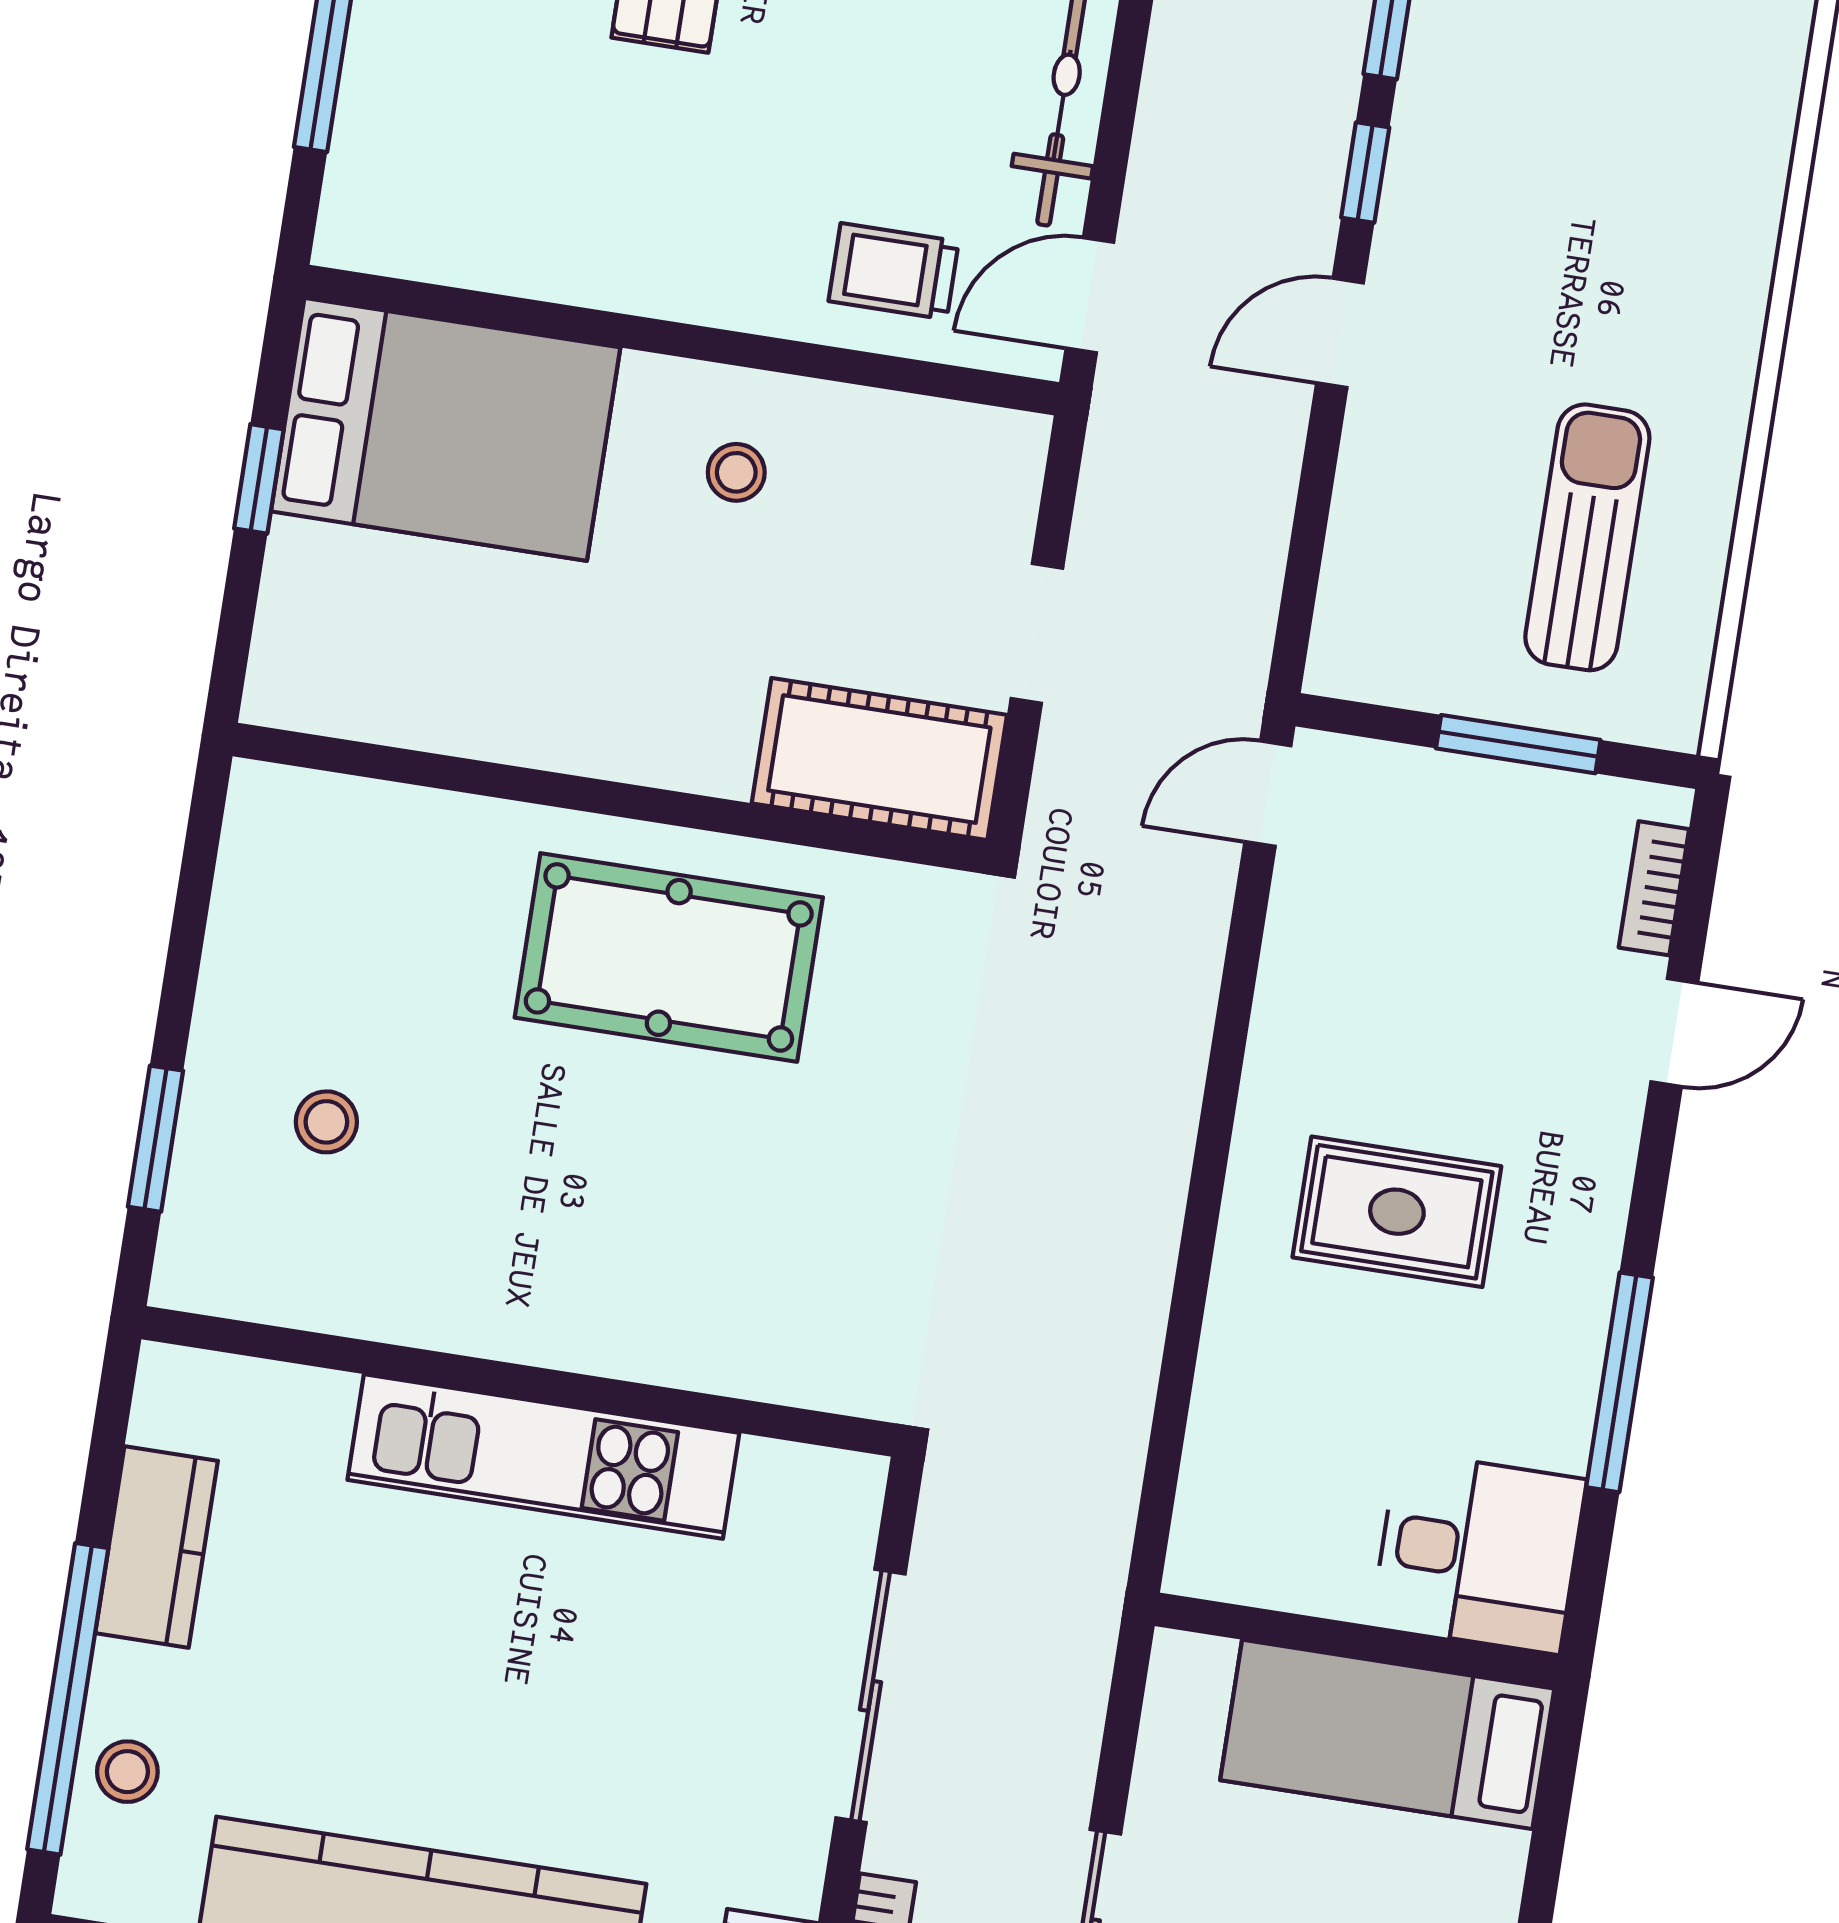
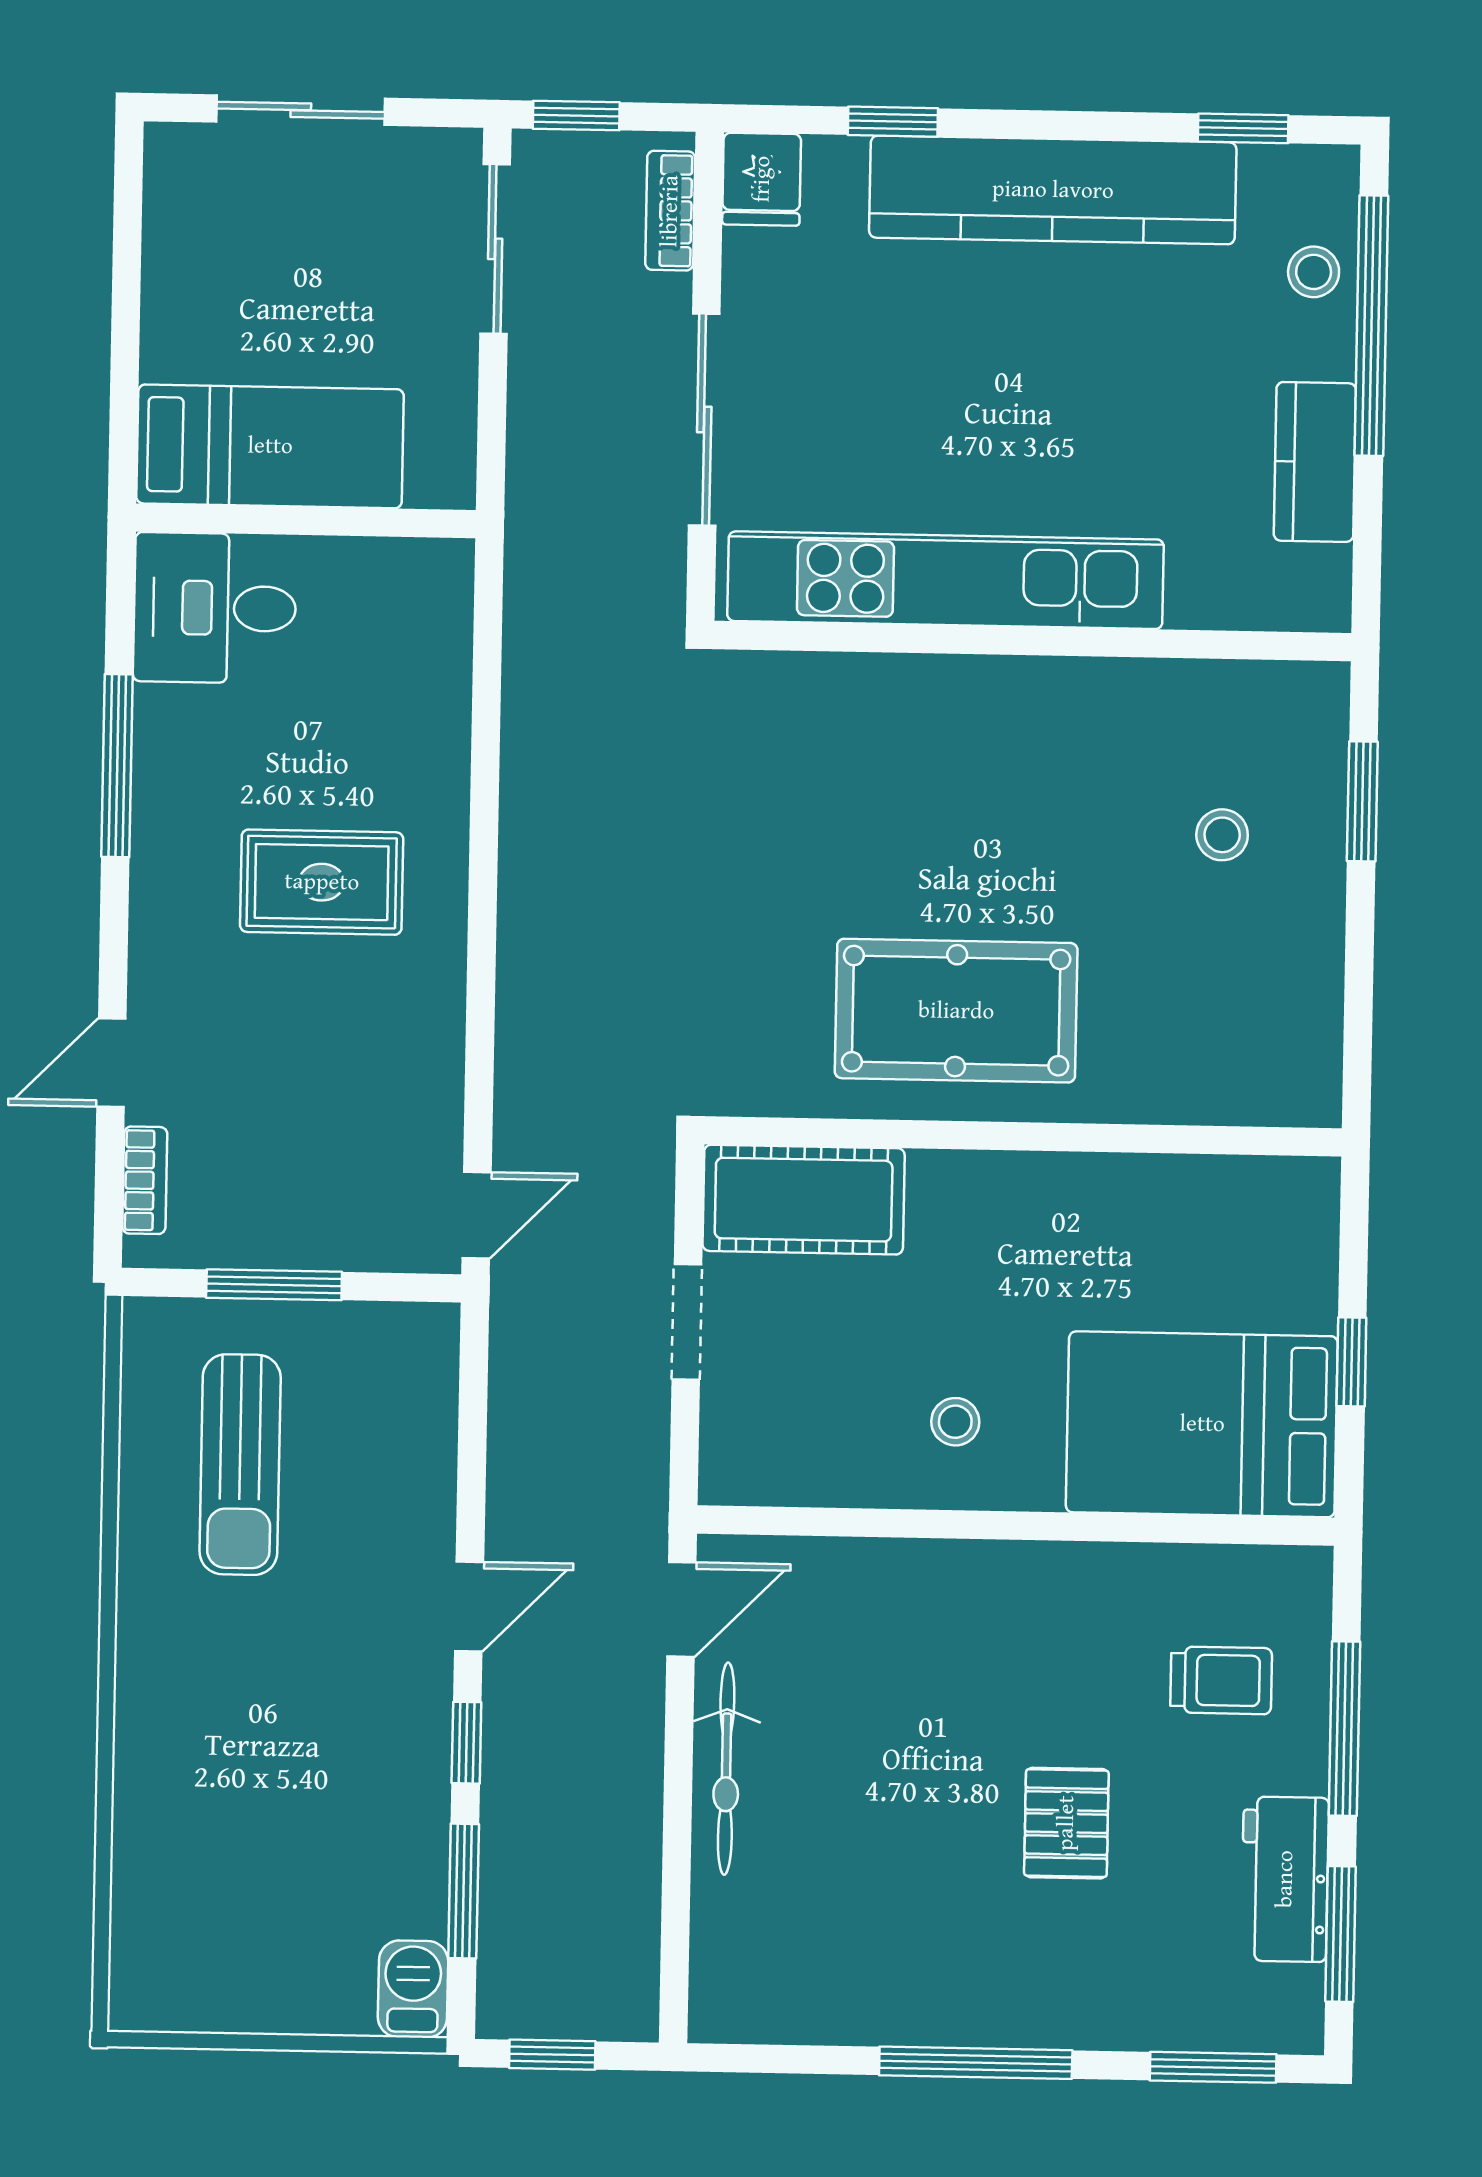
trolley: (894, 271) -> (1221, 1680), moved
kitchen unit: (543, 1456) -> (946, 580), width x1.36

